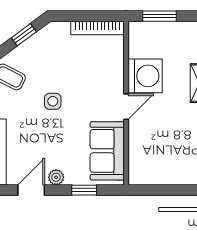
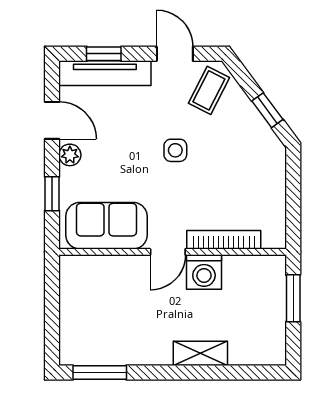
bookcase: (97, 28) -> (224, 240), moved, turned 90
washing machine: (145, 76) -> (204, 272), width x0.73, depth x0.73
door: (126, 107) -> (168, 252), hinge flipped

